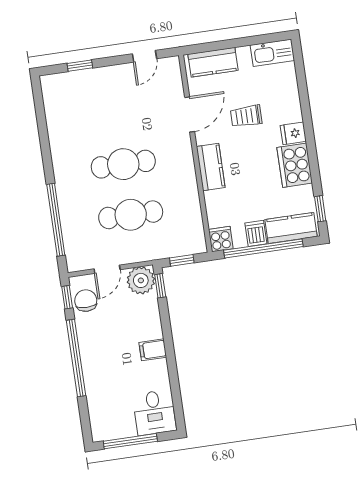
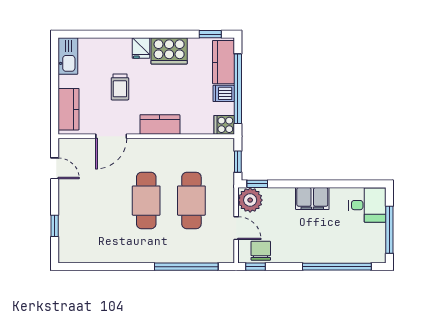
door: (190, 114) -> (111, 136), swing flipped
chair: (86, 301) -> (261, 251), turned 90
filing cabinet: (153, 350) -> (312, 198), width x2.00
window: (76, 358) -> (337, 267), moved

